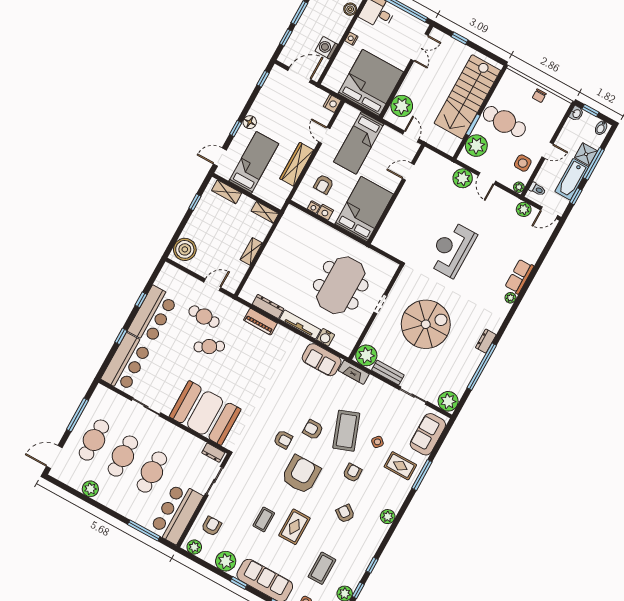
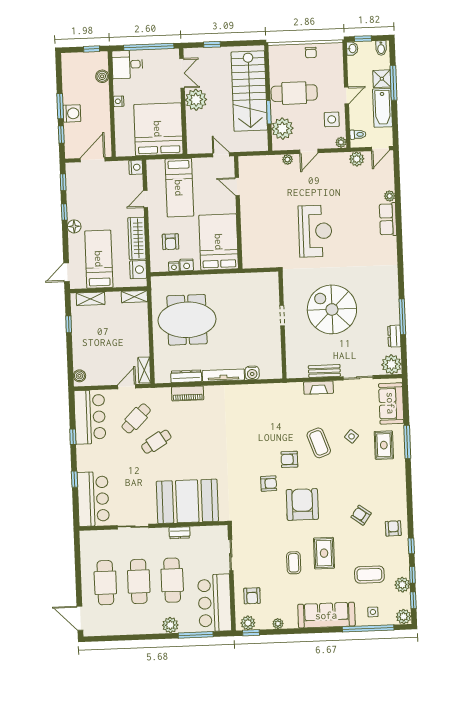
washing machine: (326, 48) -> (72, 113), moved, turned 180
plant: (402, 106) -> (196, 100), moved
window: (236, 128) -> (64, 212), moved
door: (324, 135) -> (146, 199), hinge flipped
door: (408, 172) -> (237, 187), hinge flipped
plant: (463, 178) -> (287, 159), width x0.53, depth x0.53
door: (487, 178) -> (309, 151), hinge flipped
nightstand: (282, 191) -> (138, 270), added
window: (576, 196) -> (395, 120), removed
boiler: (185, 249) -> (79, 376), width x0.54, depth x0.54
reception desk: (452, 249) -> (315, 231), turned 180
shelving: (251, 251) -> (144, 370), moved
meeting table: (341, 285) -> (187, 320), moved, turned 90
plant: (510, 298) -> (390, 196), moved
bar counter: (153, 315) -> (90, 417), moved
cafe table: (204, 317) -> (136, 418), turned -45
spiral stairs: (426, 324) -> (332, 309), turned -90
dresser: (486, 341) -> (394, 336), moved
plant: (366, 355) -> (297, 367), removed
sofa: (322, 360) -> (260, 394), removed
window: (482, 367) -> (402, 317), width x0.68
fireplace: (354, 372) -> (319, 388), moved
window: (78, 415) -> (78, 569), removed
coffee table: (346, 431) -> (319, 443), width x0.73, depth x0.76
dresser: (213, 453) -> (180, 533), moved
door: (54, 457) -> (80, 618), hinge flipped
rug: (400, 466) -> (384, 445), turned 90
armchair: (352, 473) -> (393, 528), moved
plant: (90, 489) -> (170, 625), moved
plant: (388, 517) -> (399, 496), removed
armchair: (212, 526) -> (252, 596), turned 180
plant: (226, 561) -> (278, 624), width x0.53, depth x0.53
coffee table: (322, 568) -> (369, 575), turned 90
window: (239, 583) -> (251, 633), moved

